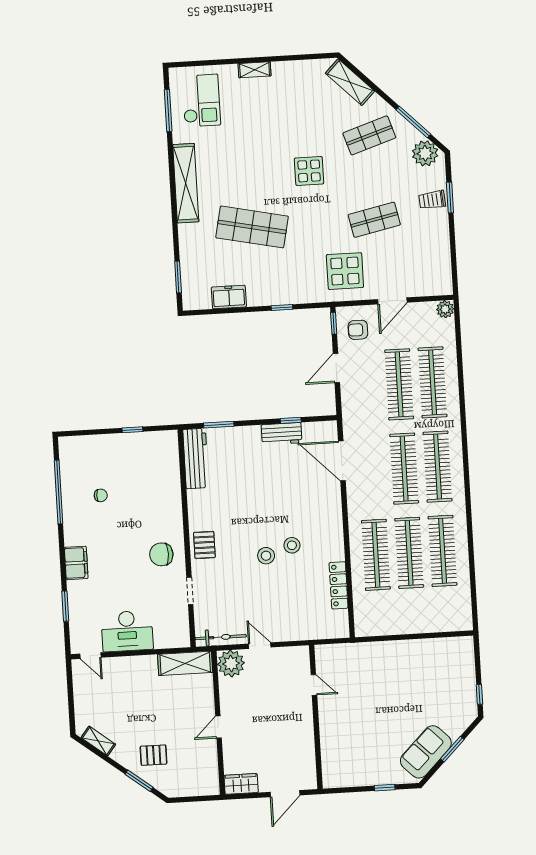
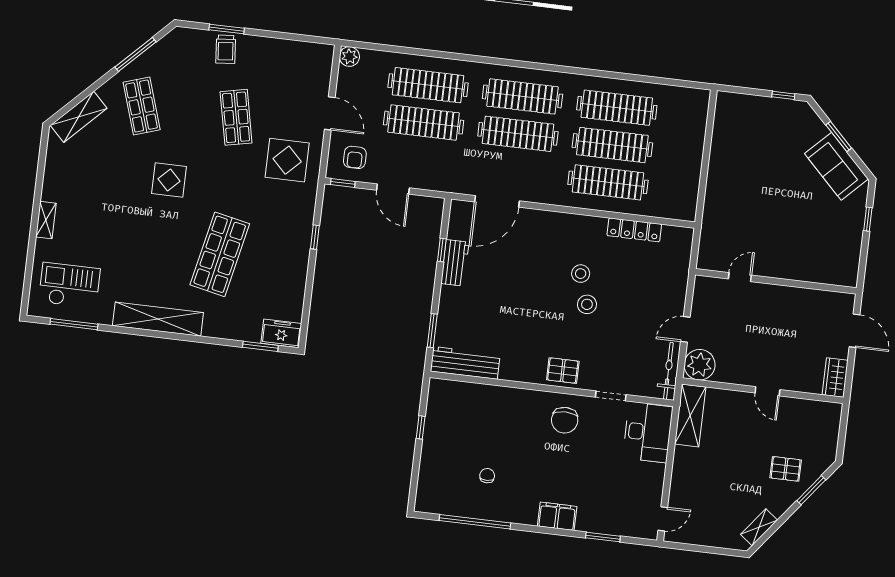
plant: (425, 153) -> (173, 48), removed
freezer: (229, 297) -> (281, 333), moved, turned 90
desk: (127, 631) -> (648, 432), moved
pallet: (154, 755) -> (786, 469), turned 90

